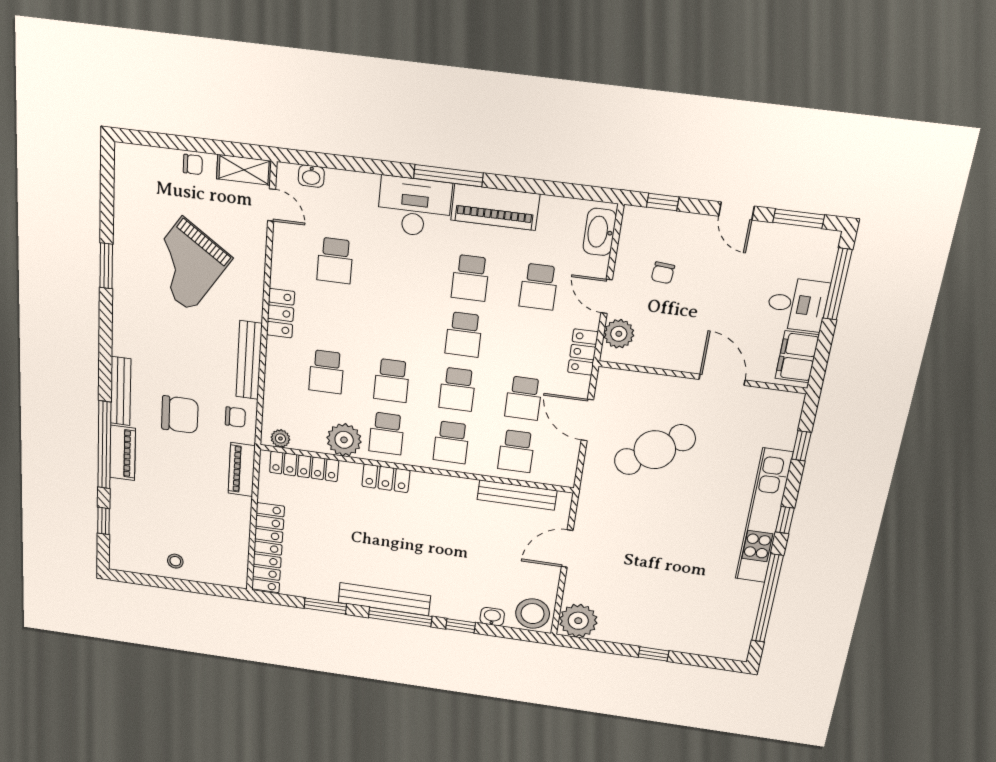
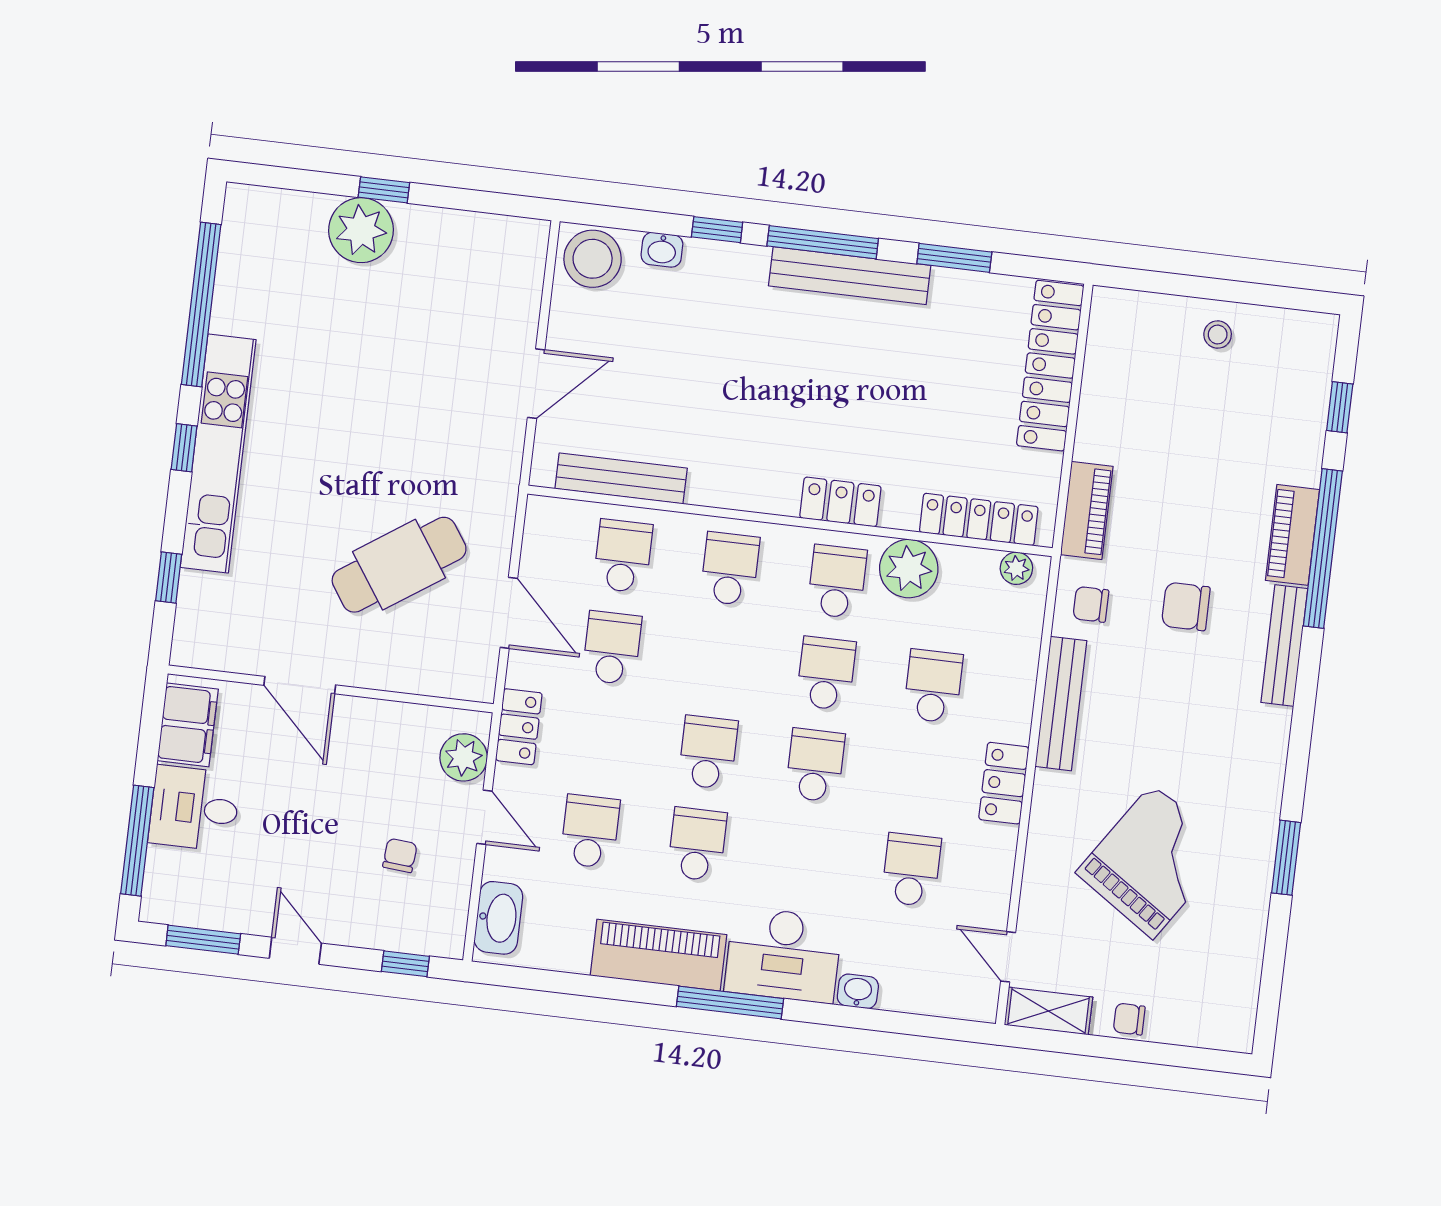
washbasin: (311, 176) -> (858, 991), moved
school desk: (457, 389) -> (815, 765), moved
chair: (180, 415) -> (1186, 606), width x0.73, depth x0.73
plant: (578, 621) -> (361, 230), moved

